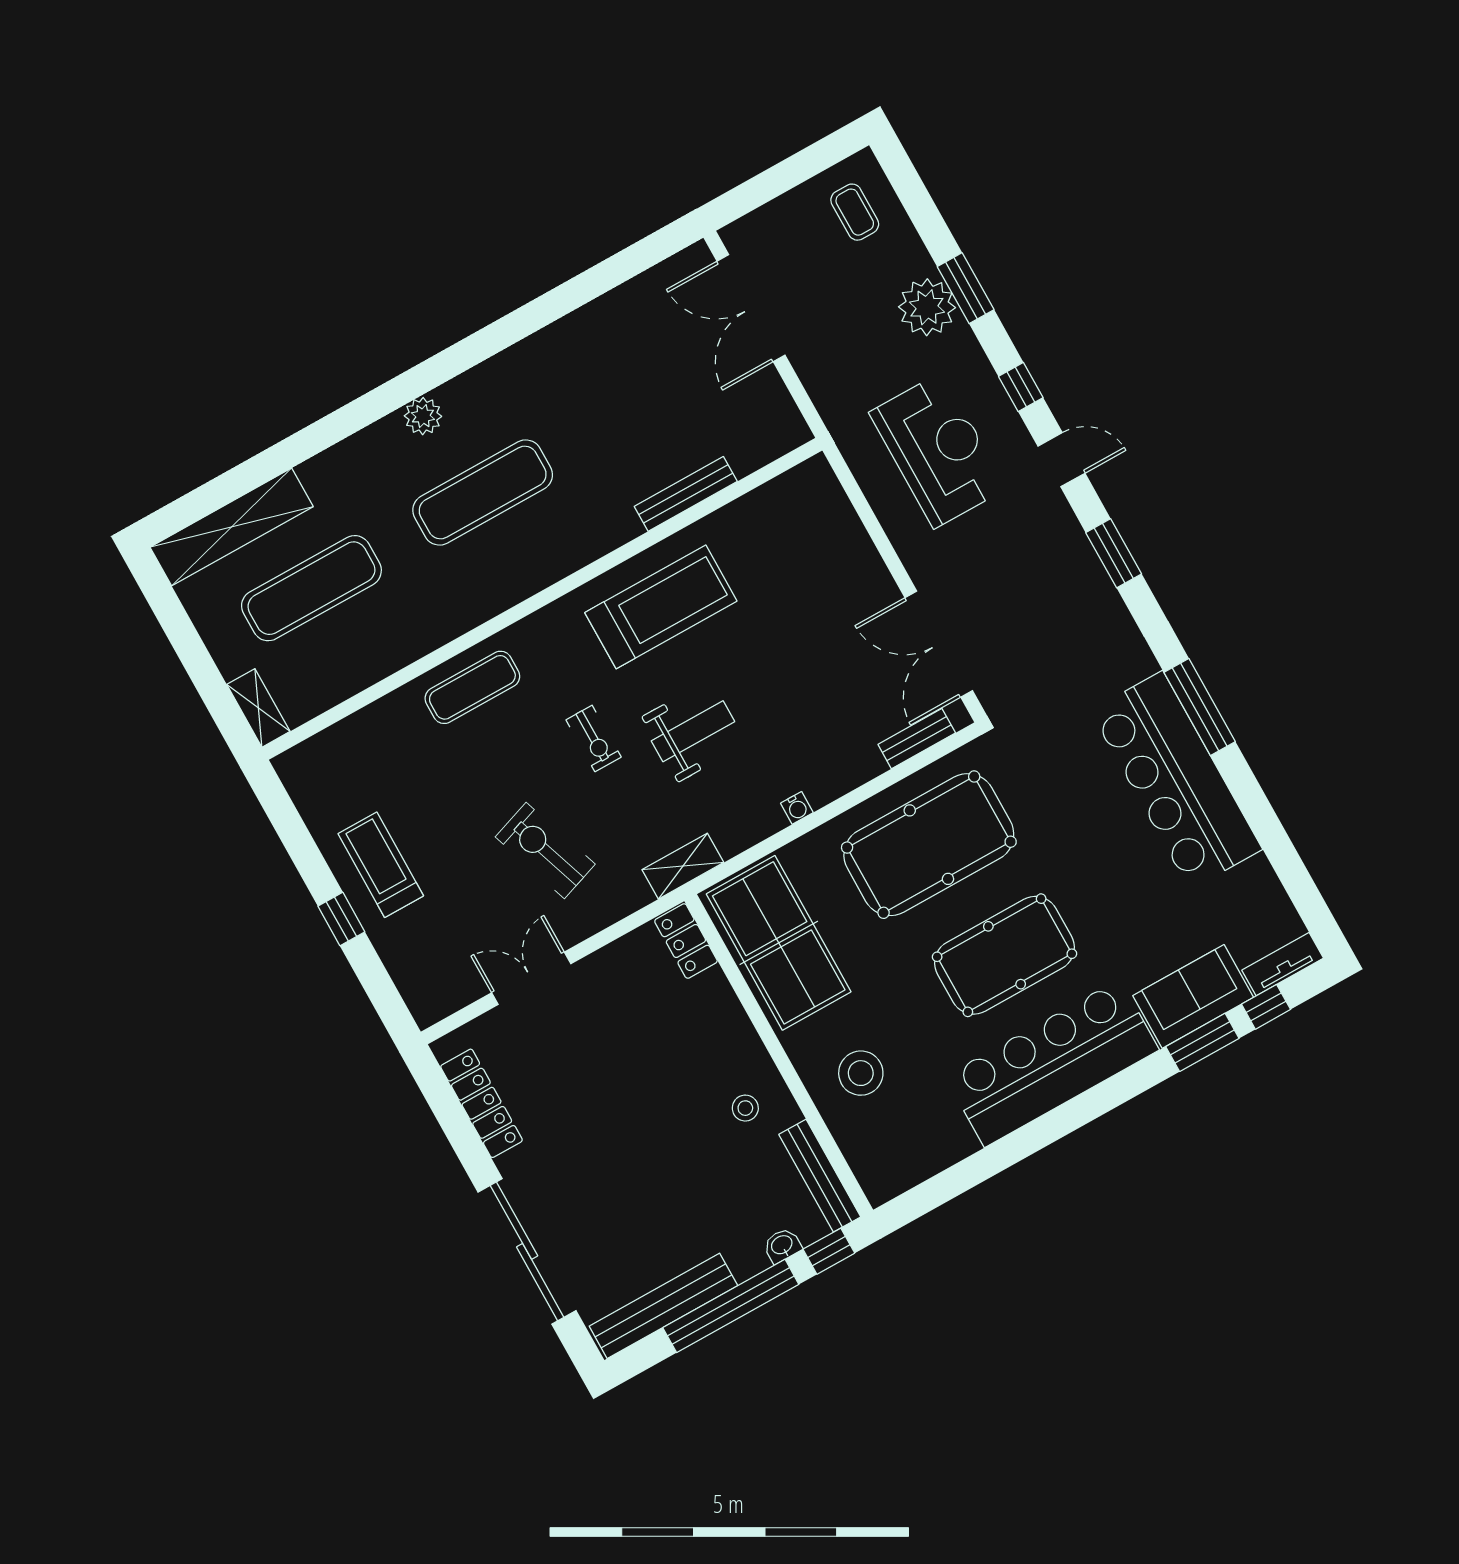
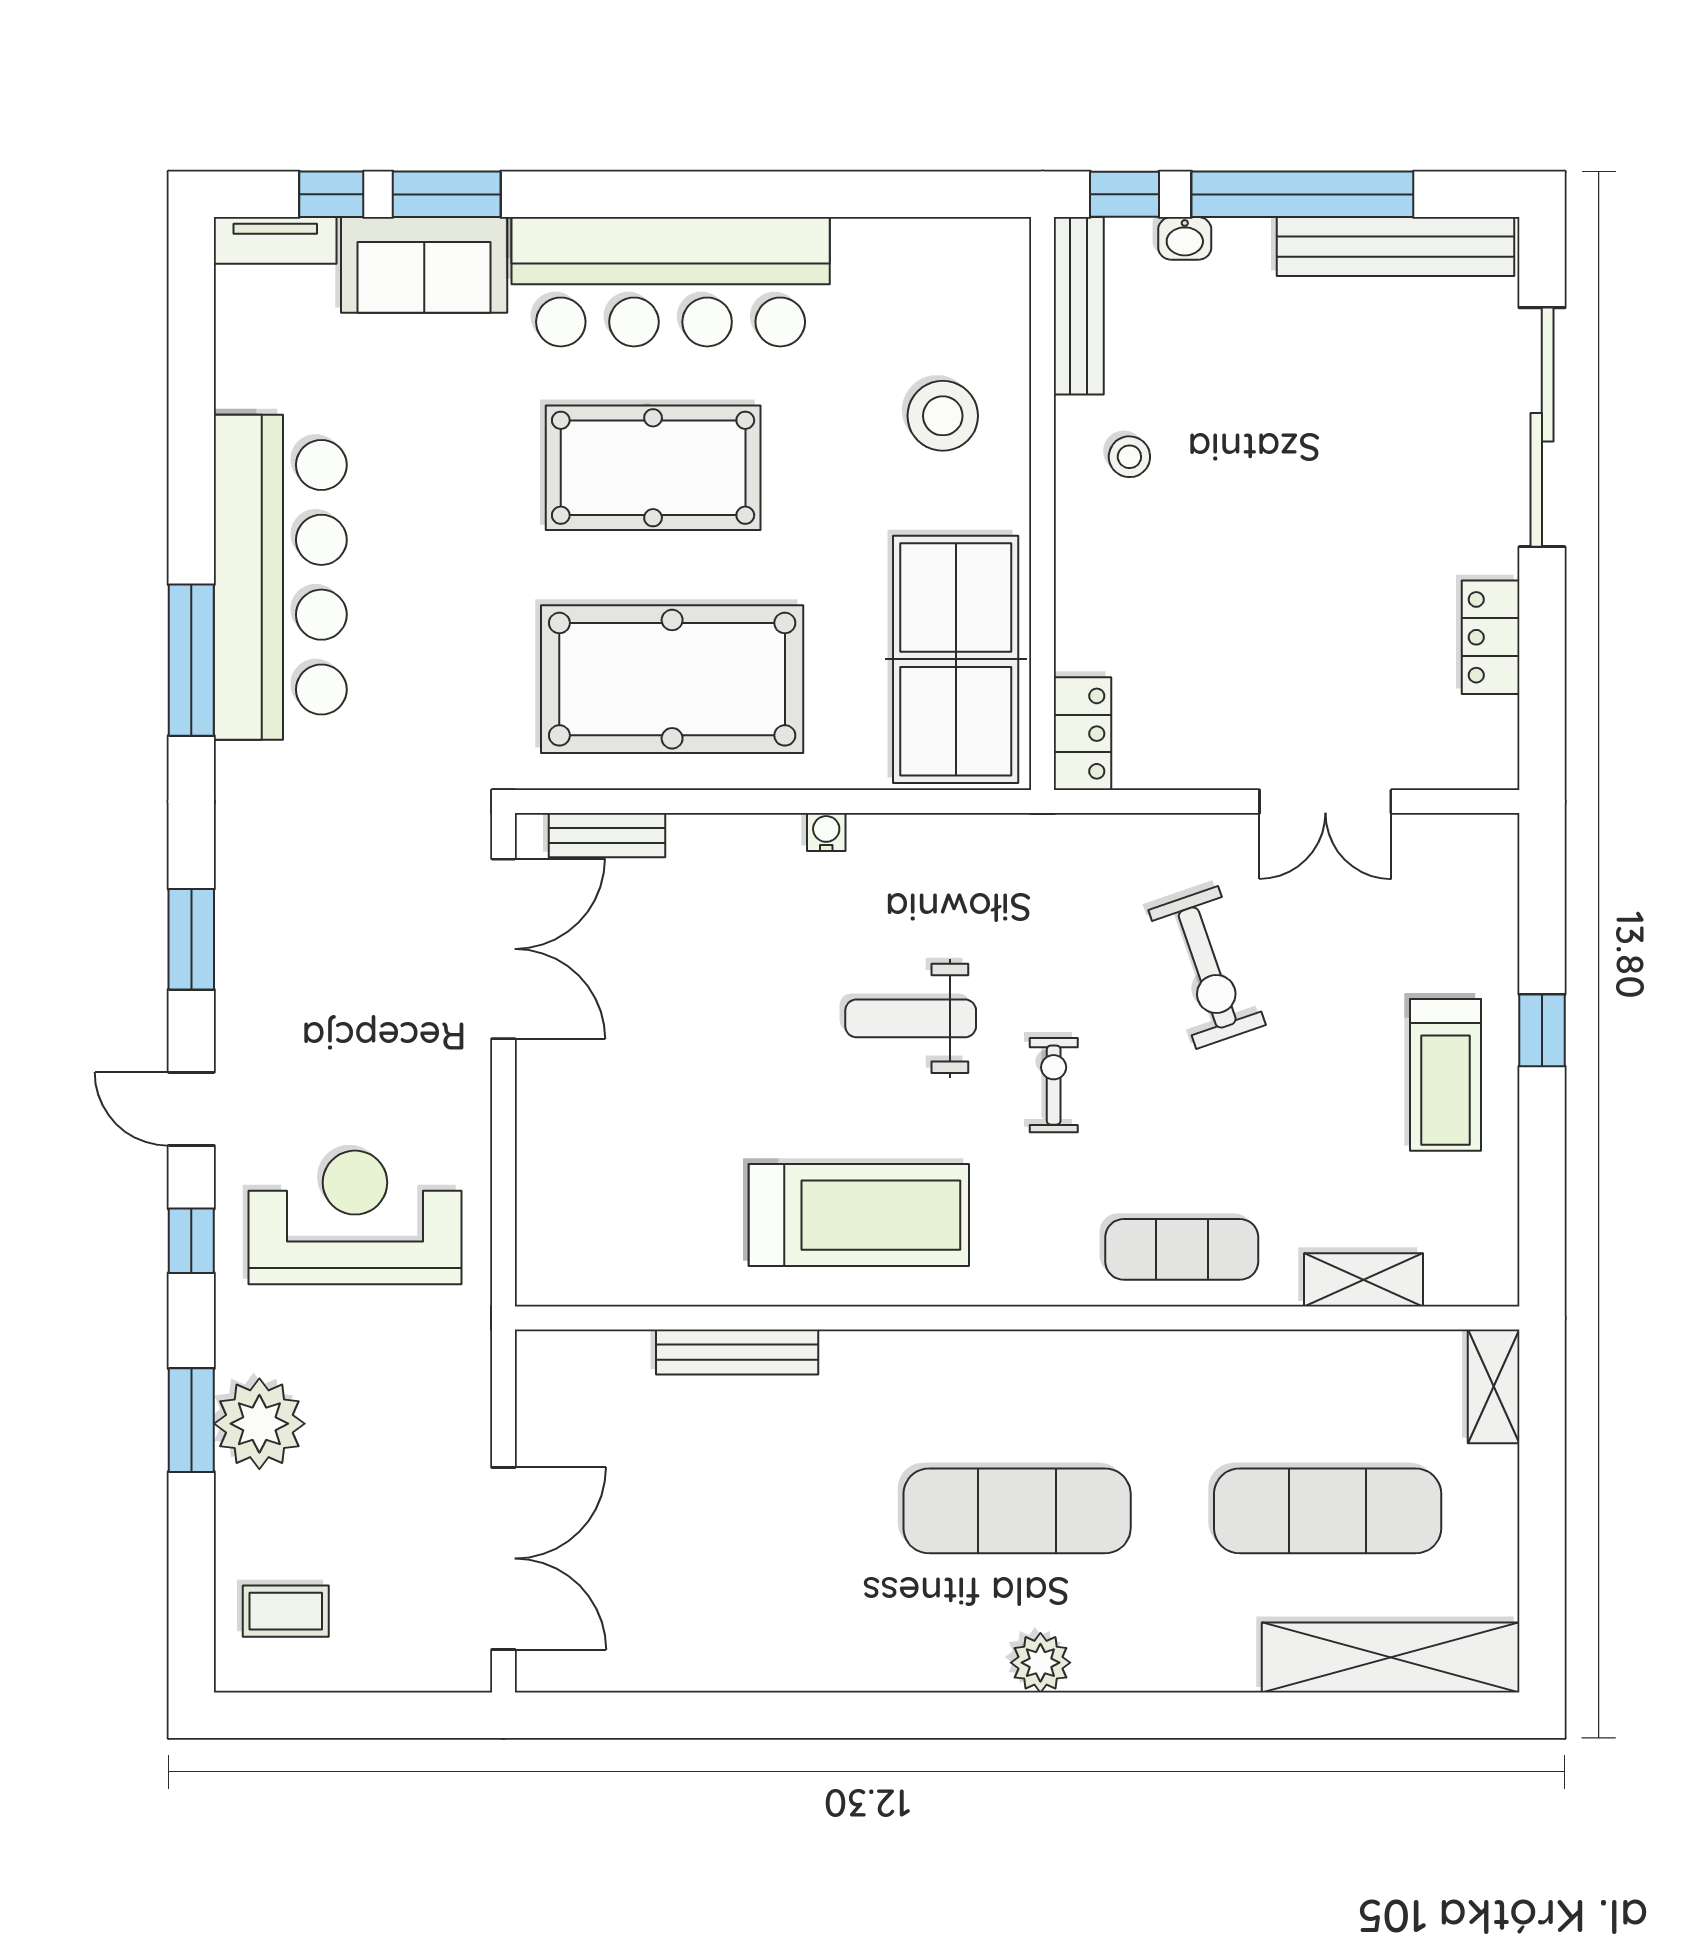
coffee table: (855, 212) -> (286, 1611), turned 90
reception desk: (938, 450) -> (355, 1217), turned 90
treadmill: (661, 607) -> (859, 1215), turned 180
shelving: (683, 866) -> (1363, 1280), moved
locker: (482, 1103) -> (1491, 637), width x0.66

